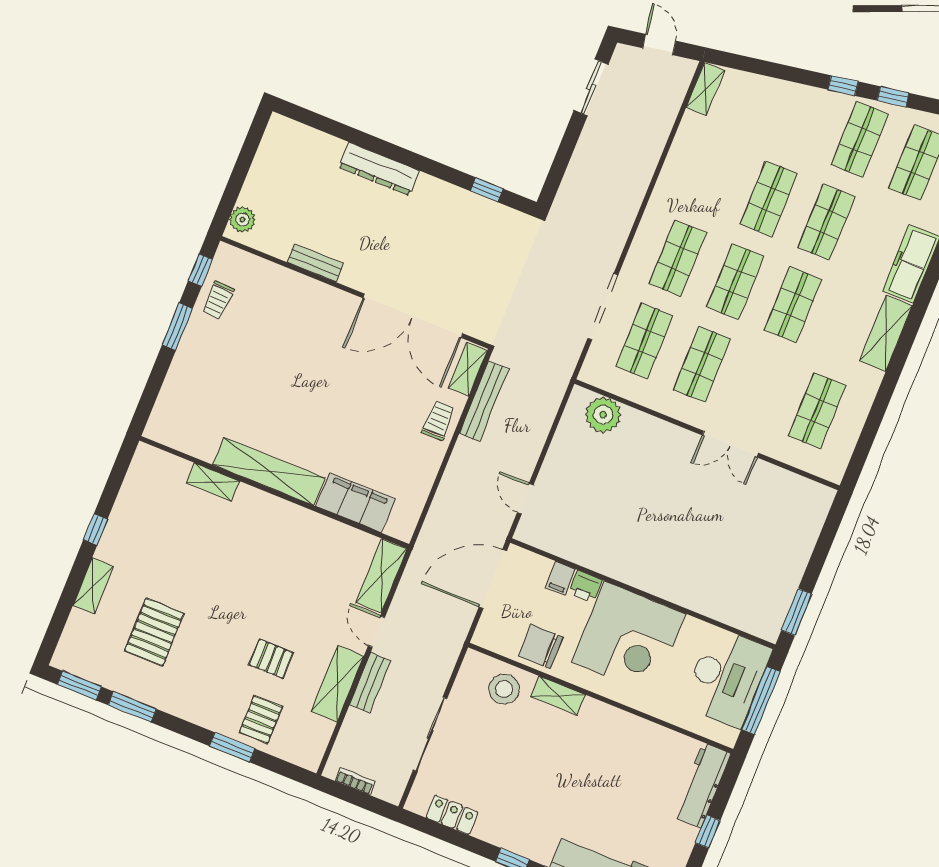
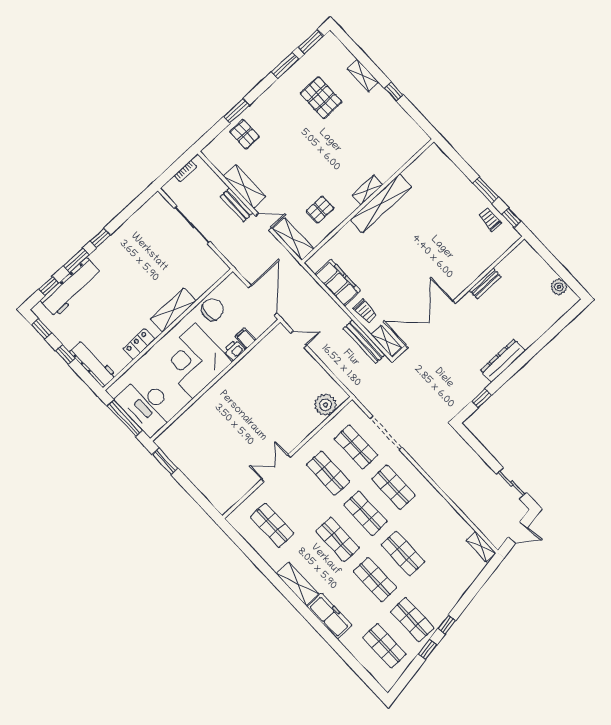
dresser: (379, 169) -> (503, 361), moved
plant: (242, 220) -> (559, 287), moved
shelving: (213, 482) -> (367, 190), moved
filing cabinet: (355, 503) -> (338, 283), moved, turned -90
pallet: (271, 659) -> (320, 210), moved
stool: (504, 689) -> (198, 278), removed
shelving: (558, 696) -> (173, 310), width x1.50, depth x1.33
locker: (452, 815) -> (139, 344), moved, turned 180

